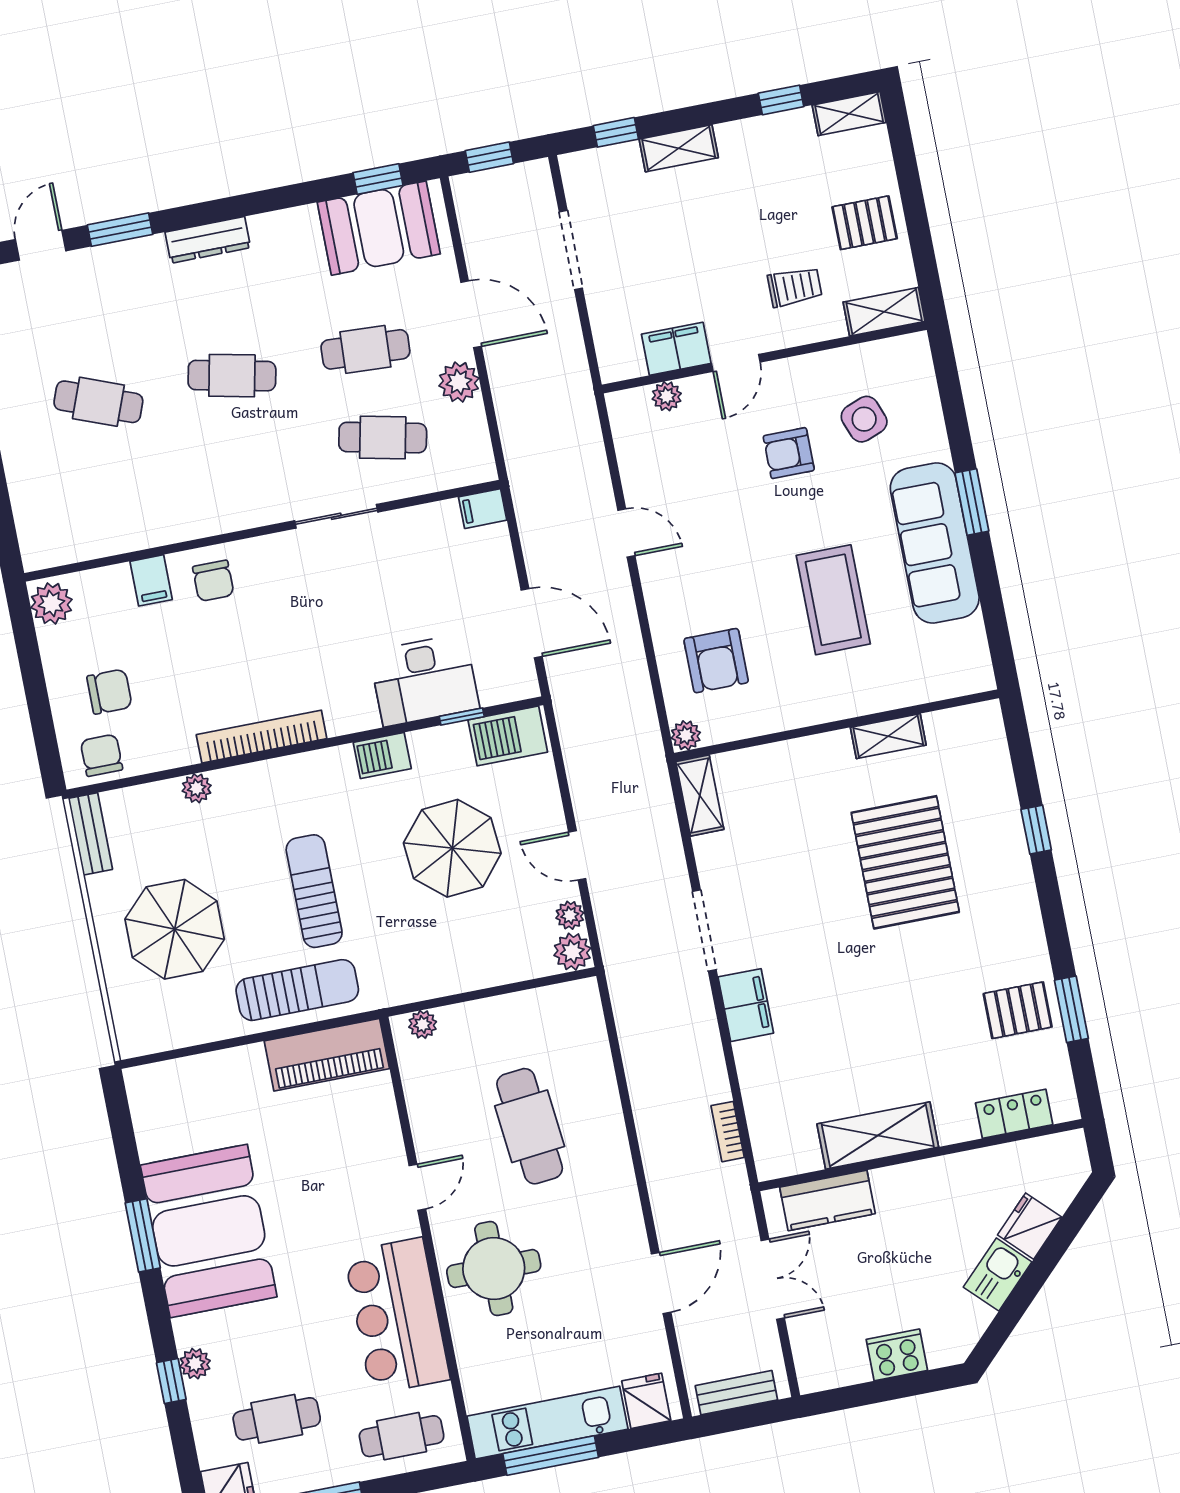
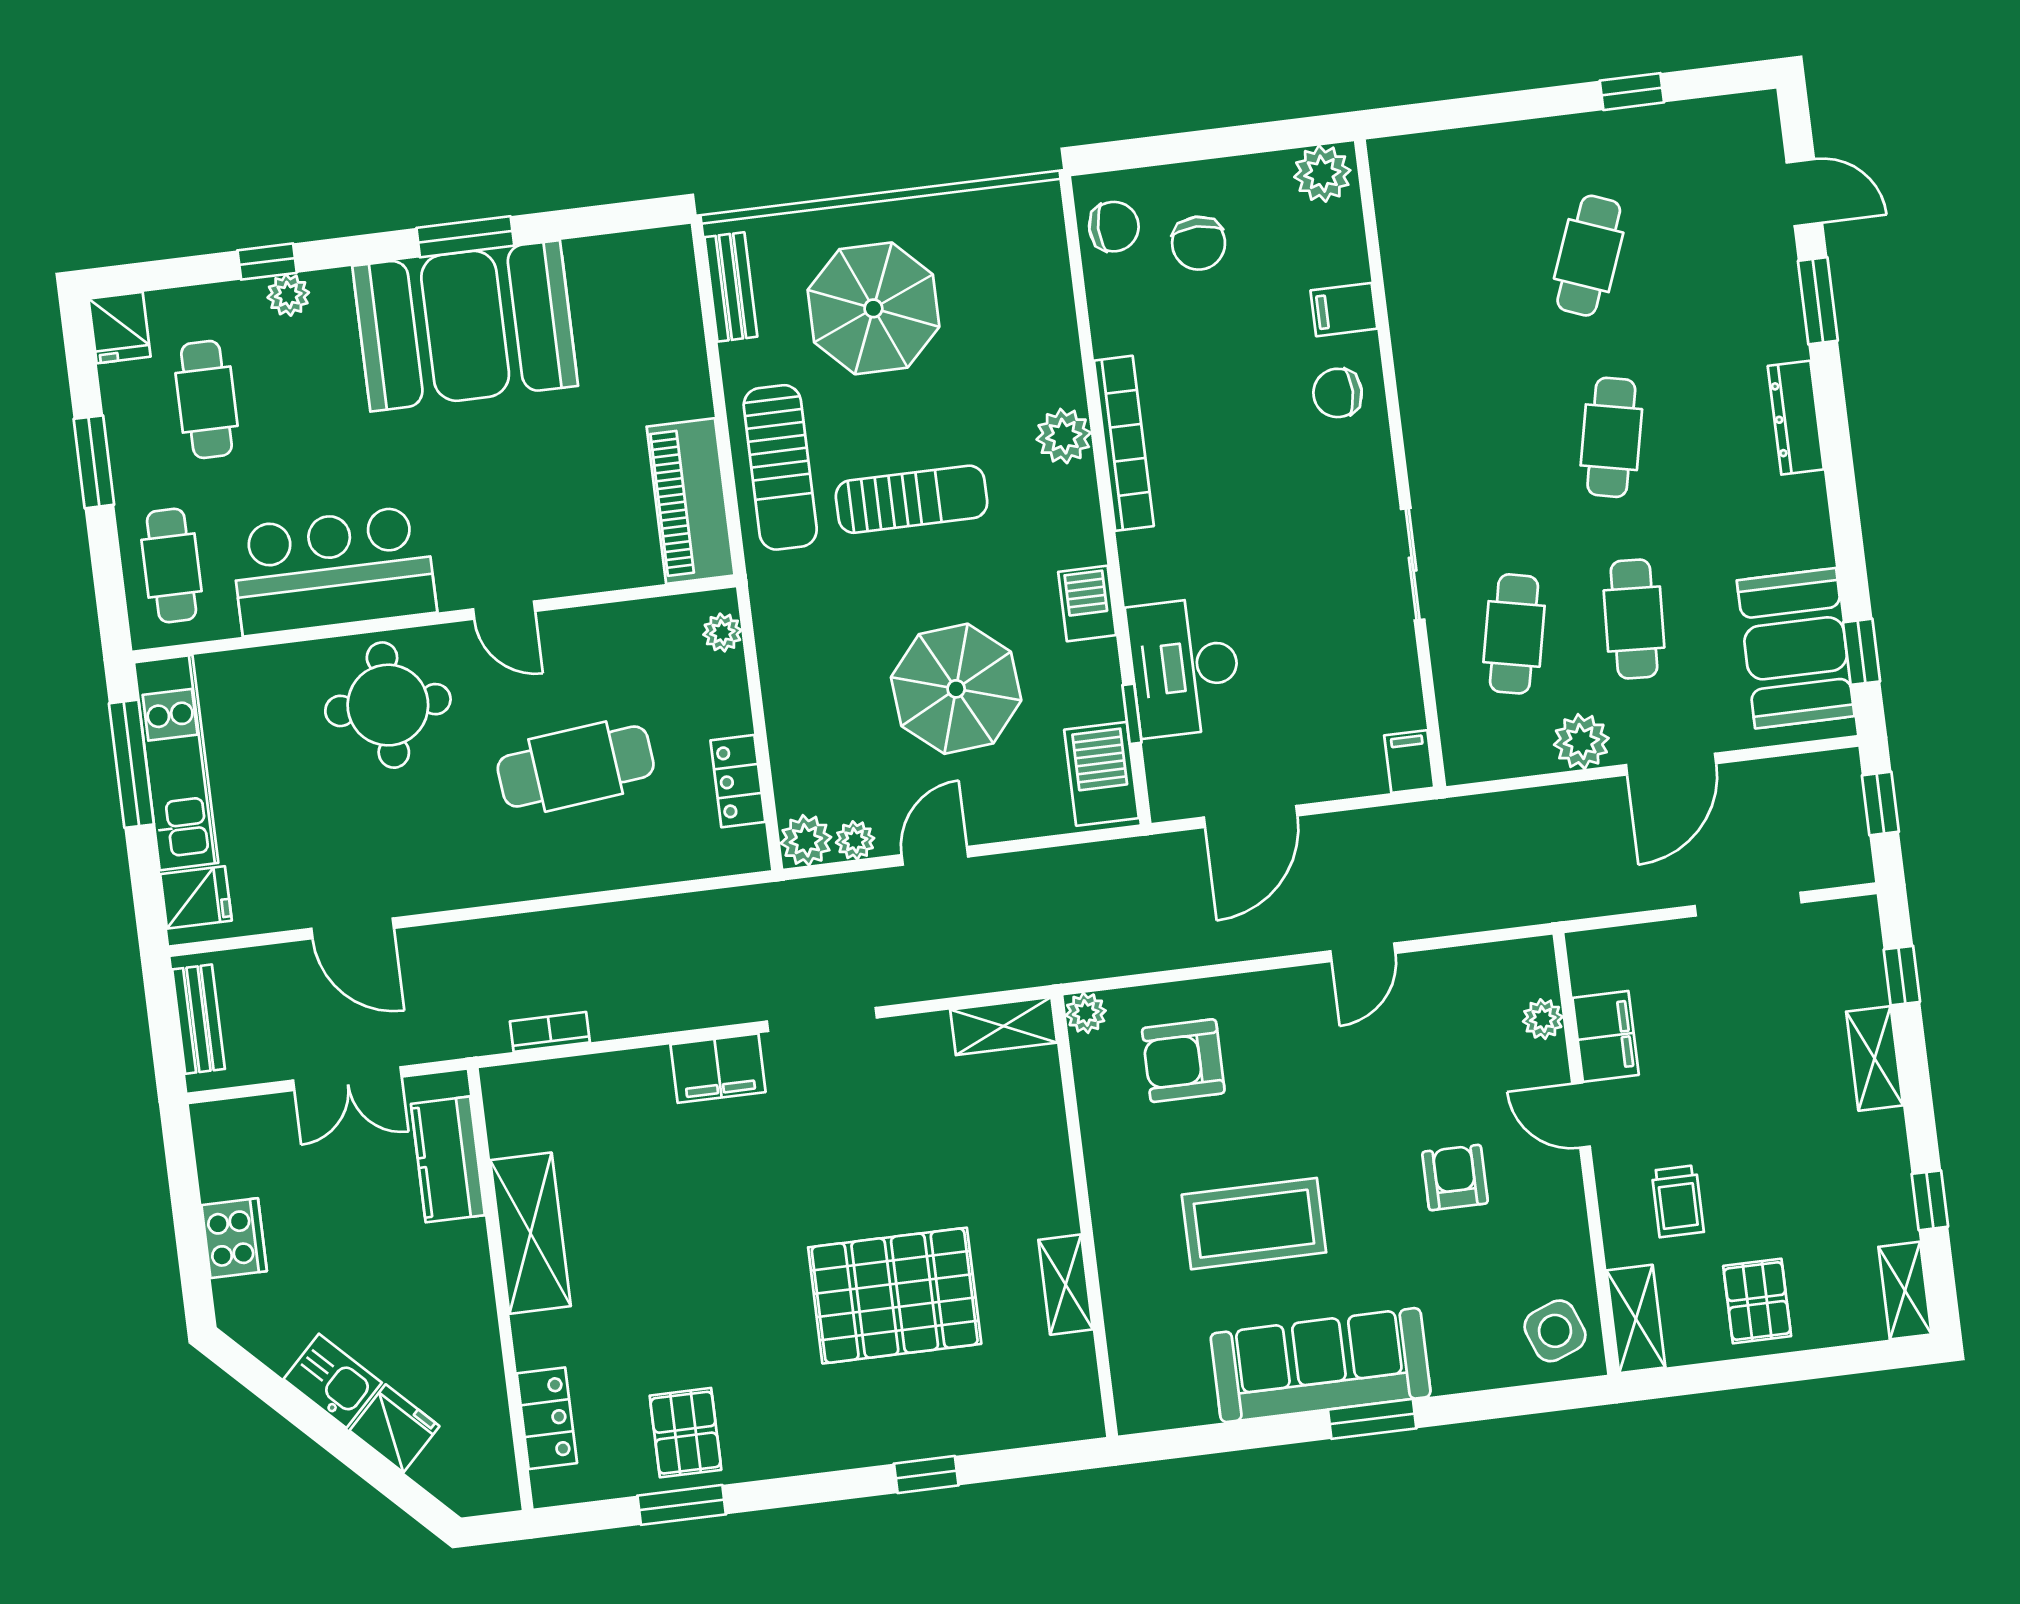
side table: (864, 419) -> (1555, 1331), moved
plant: (197, 788) -> (1064, 436), moved, width x1.38, depth x1.38
bench: (90, 834) -> (731, 287), moved, turned 90
locker: (532, 1005) -> (738, 781), added

